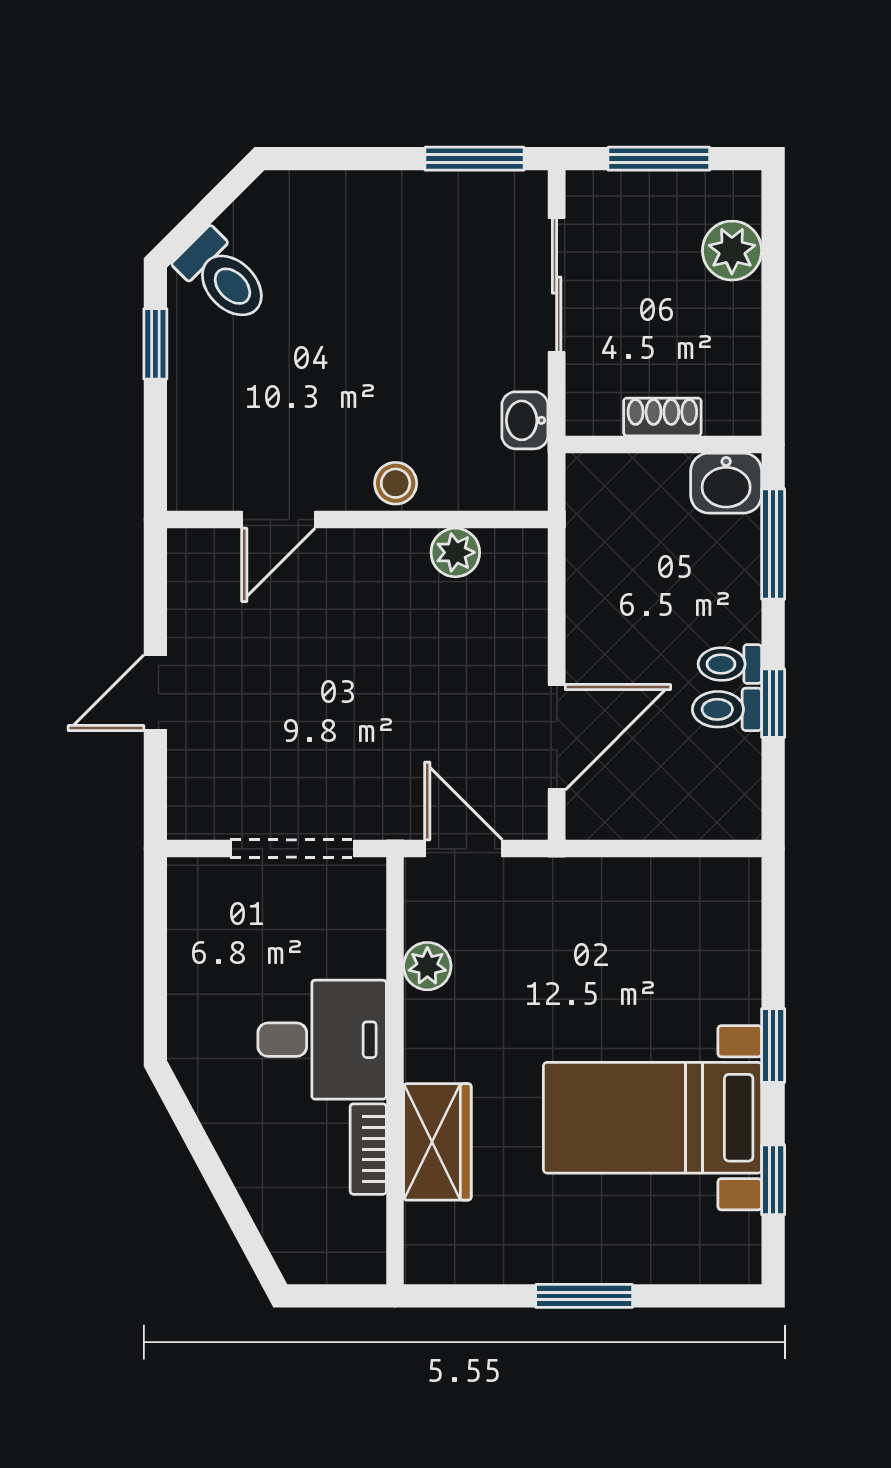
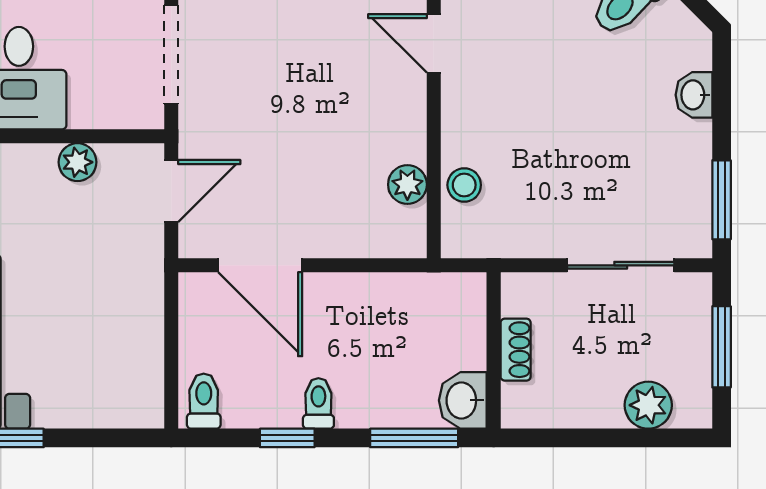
washbasin: (525, 420) -> (694, 95), moved, turned -90
stool: (396, 483) -> (464, 185), moved
toilet: (727, 709) -> (204, 401), moved

